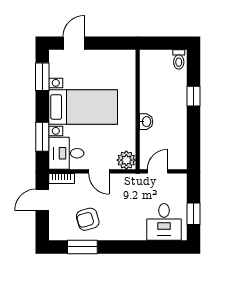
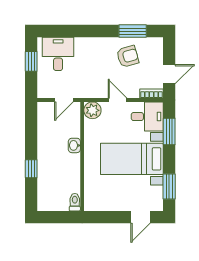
toilet: (179, 59) -> (75, 202), moved

